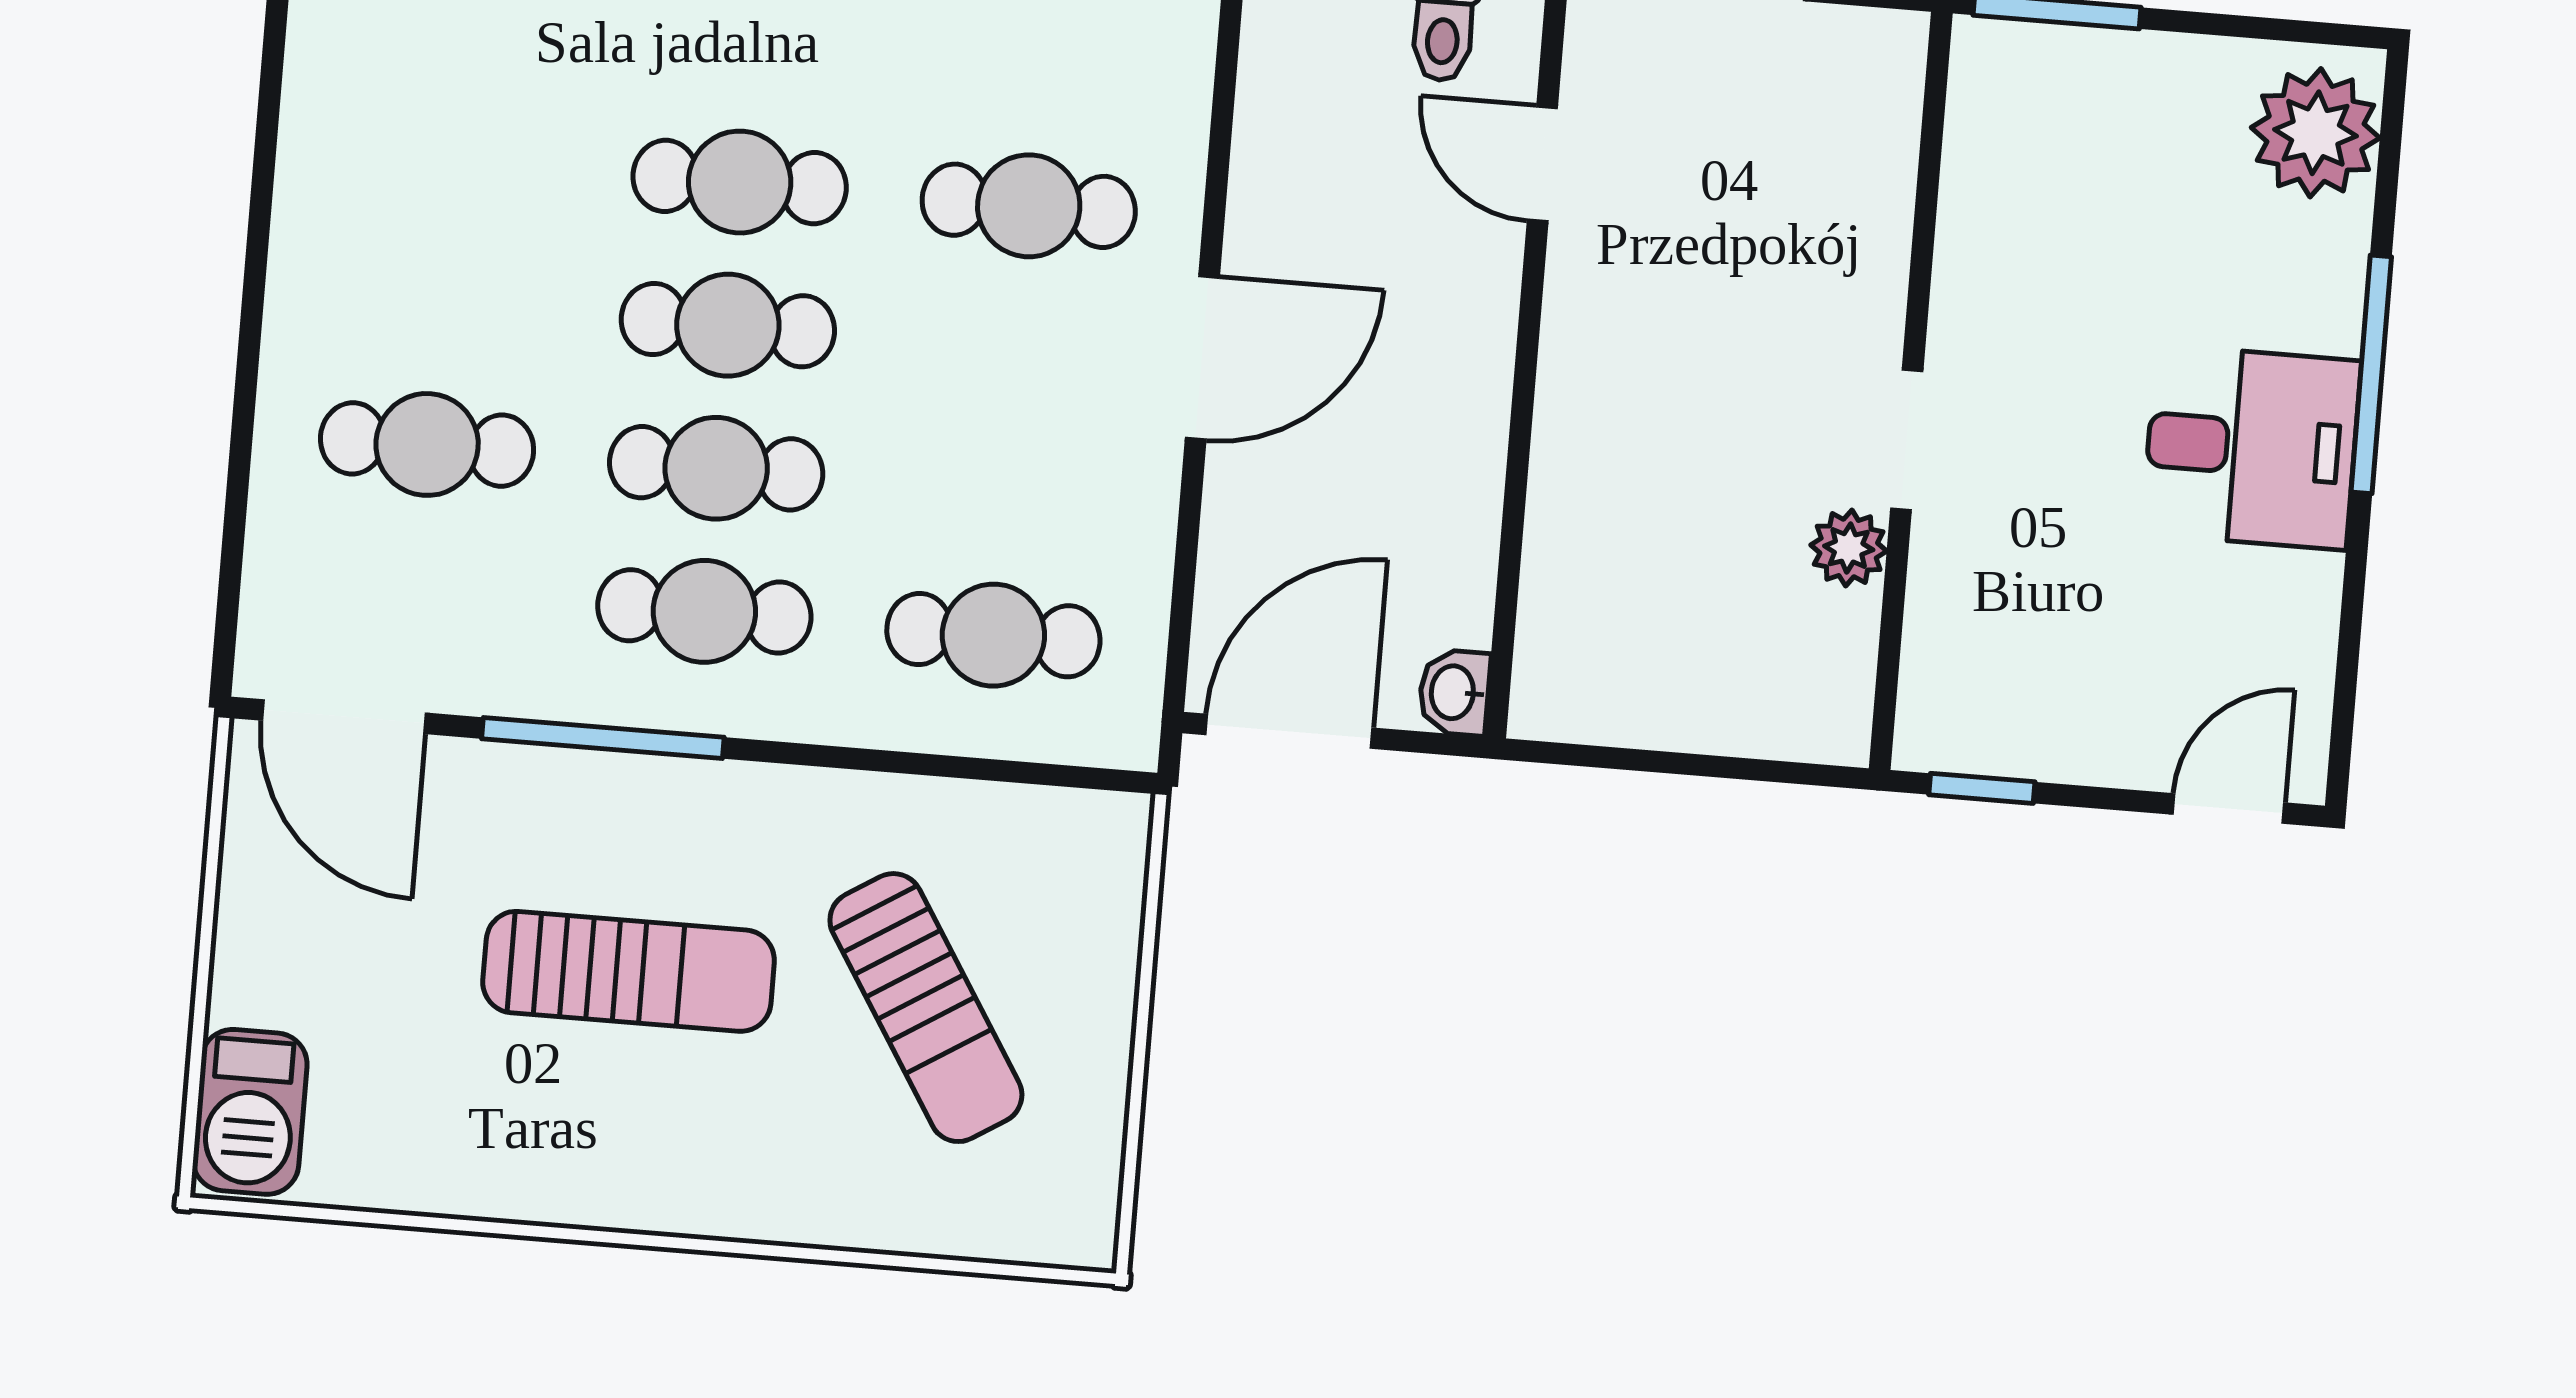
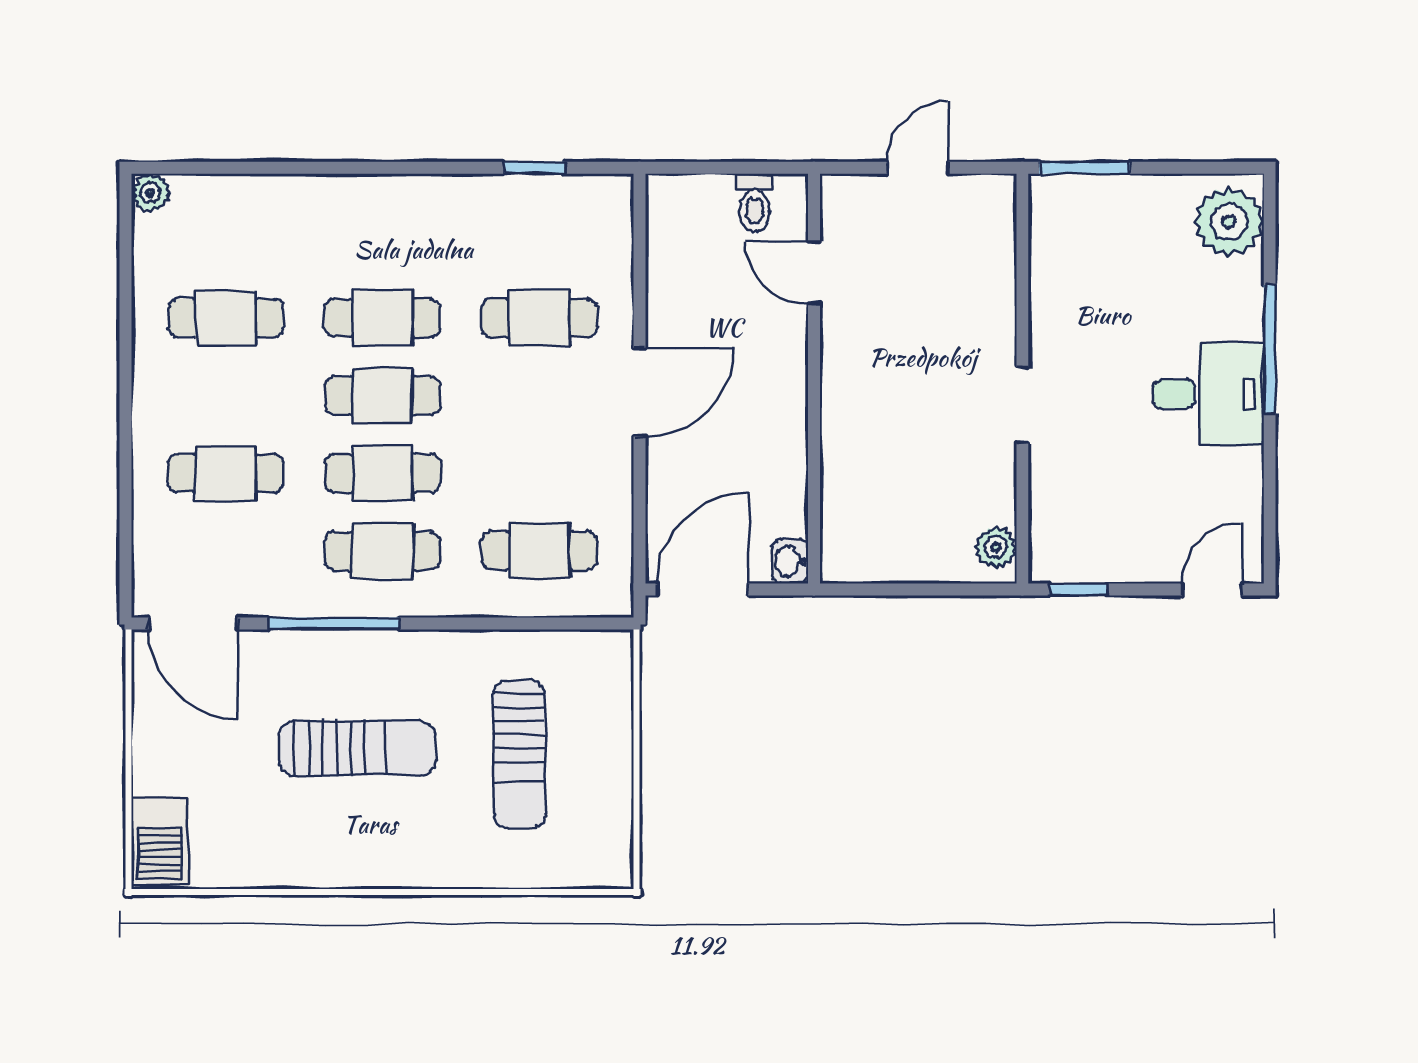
cafe table: (451, 158) -> (226, 318), added
plant: (1849, 548) -> (996, 547), moved
sun lounger: (926, 1008) -> (519, 754), turned 32

